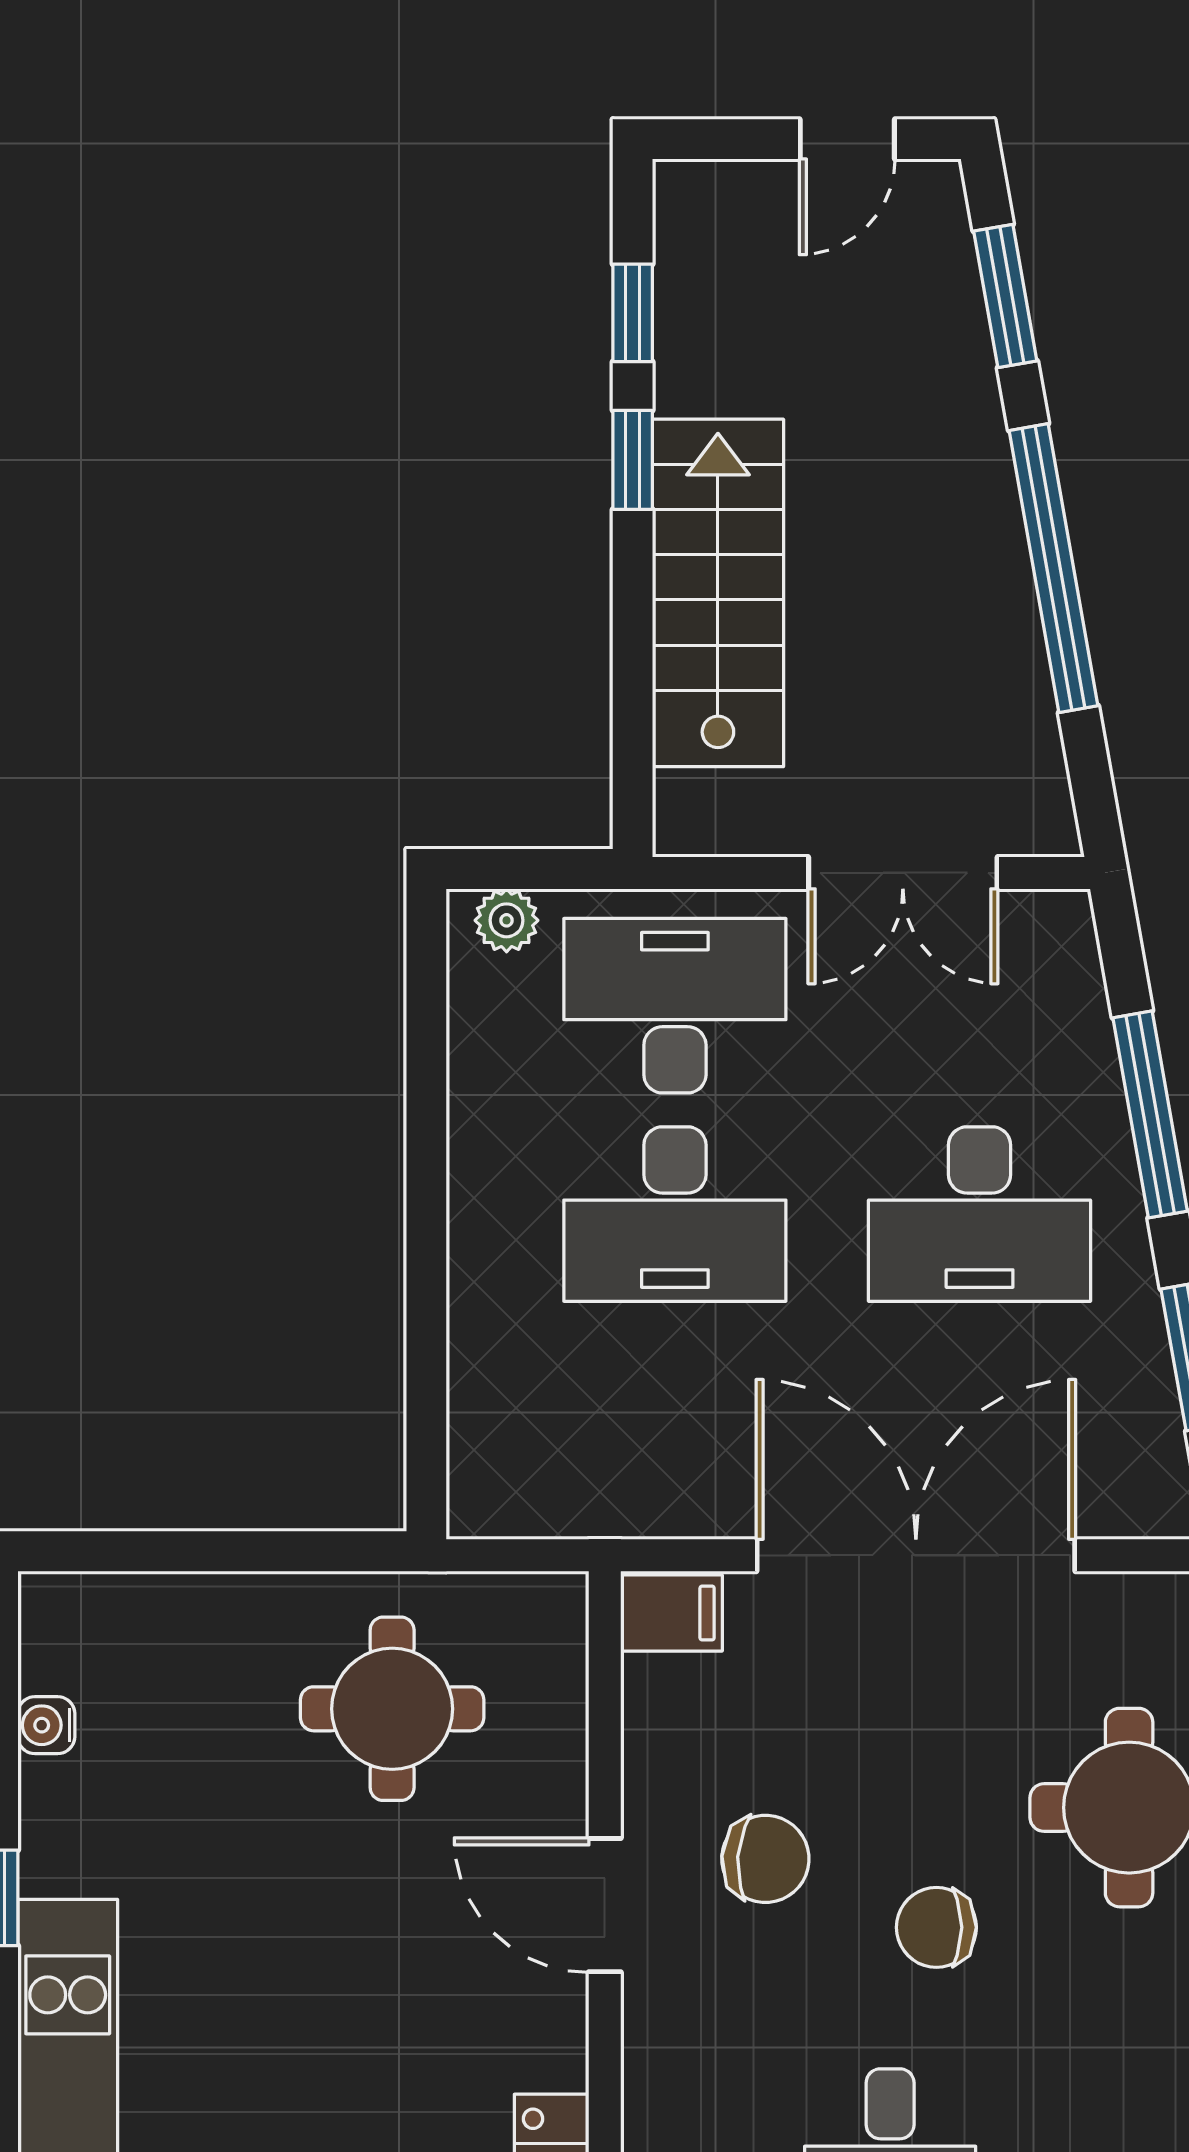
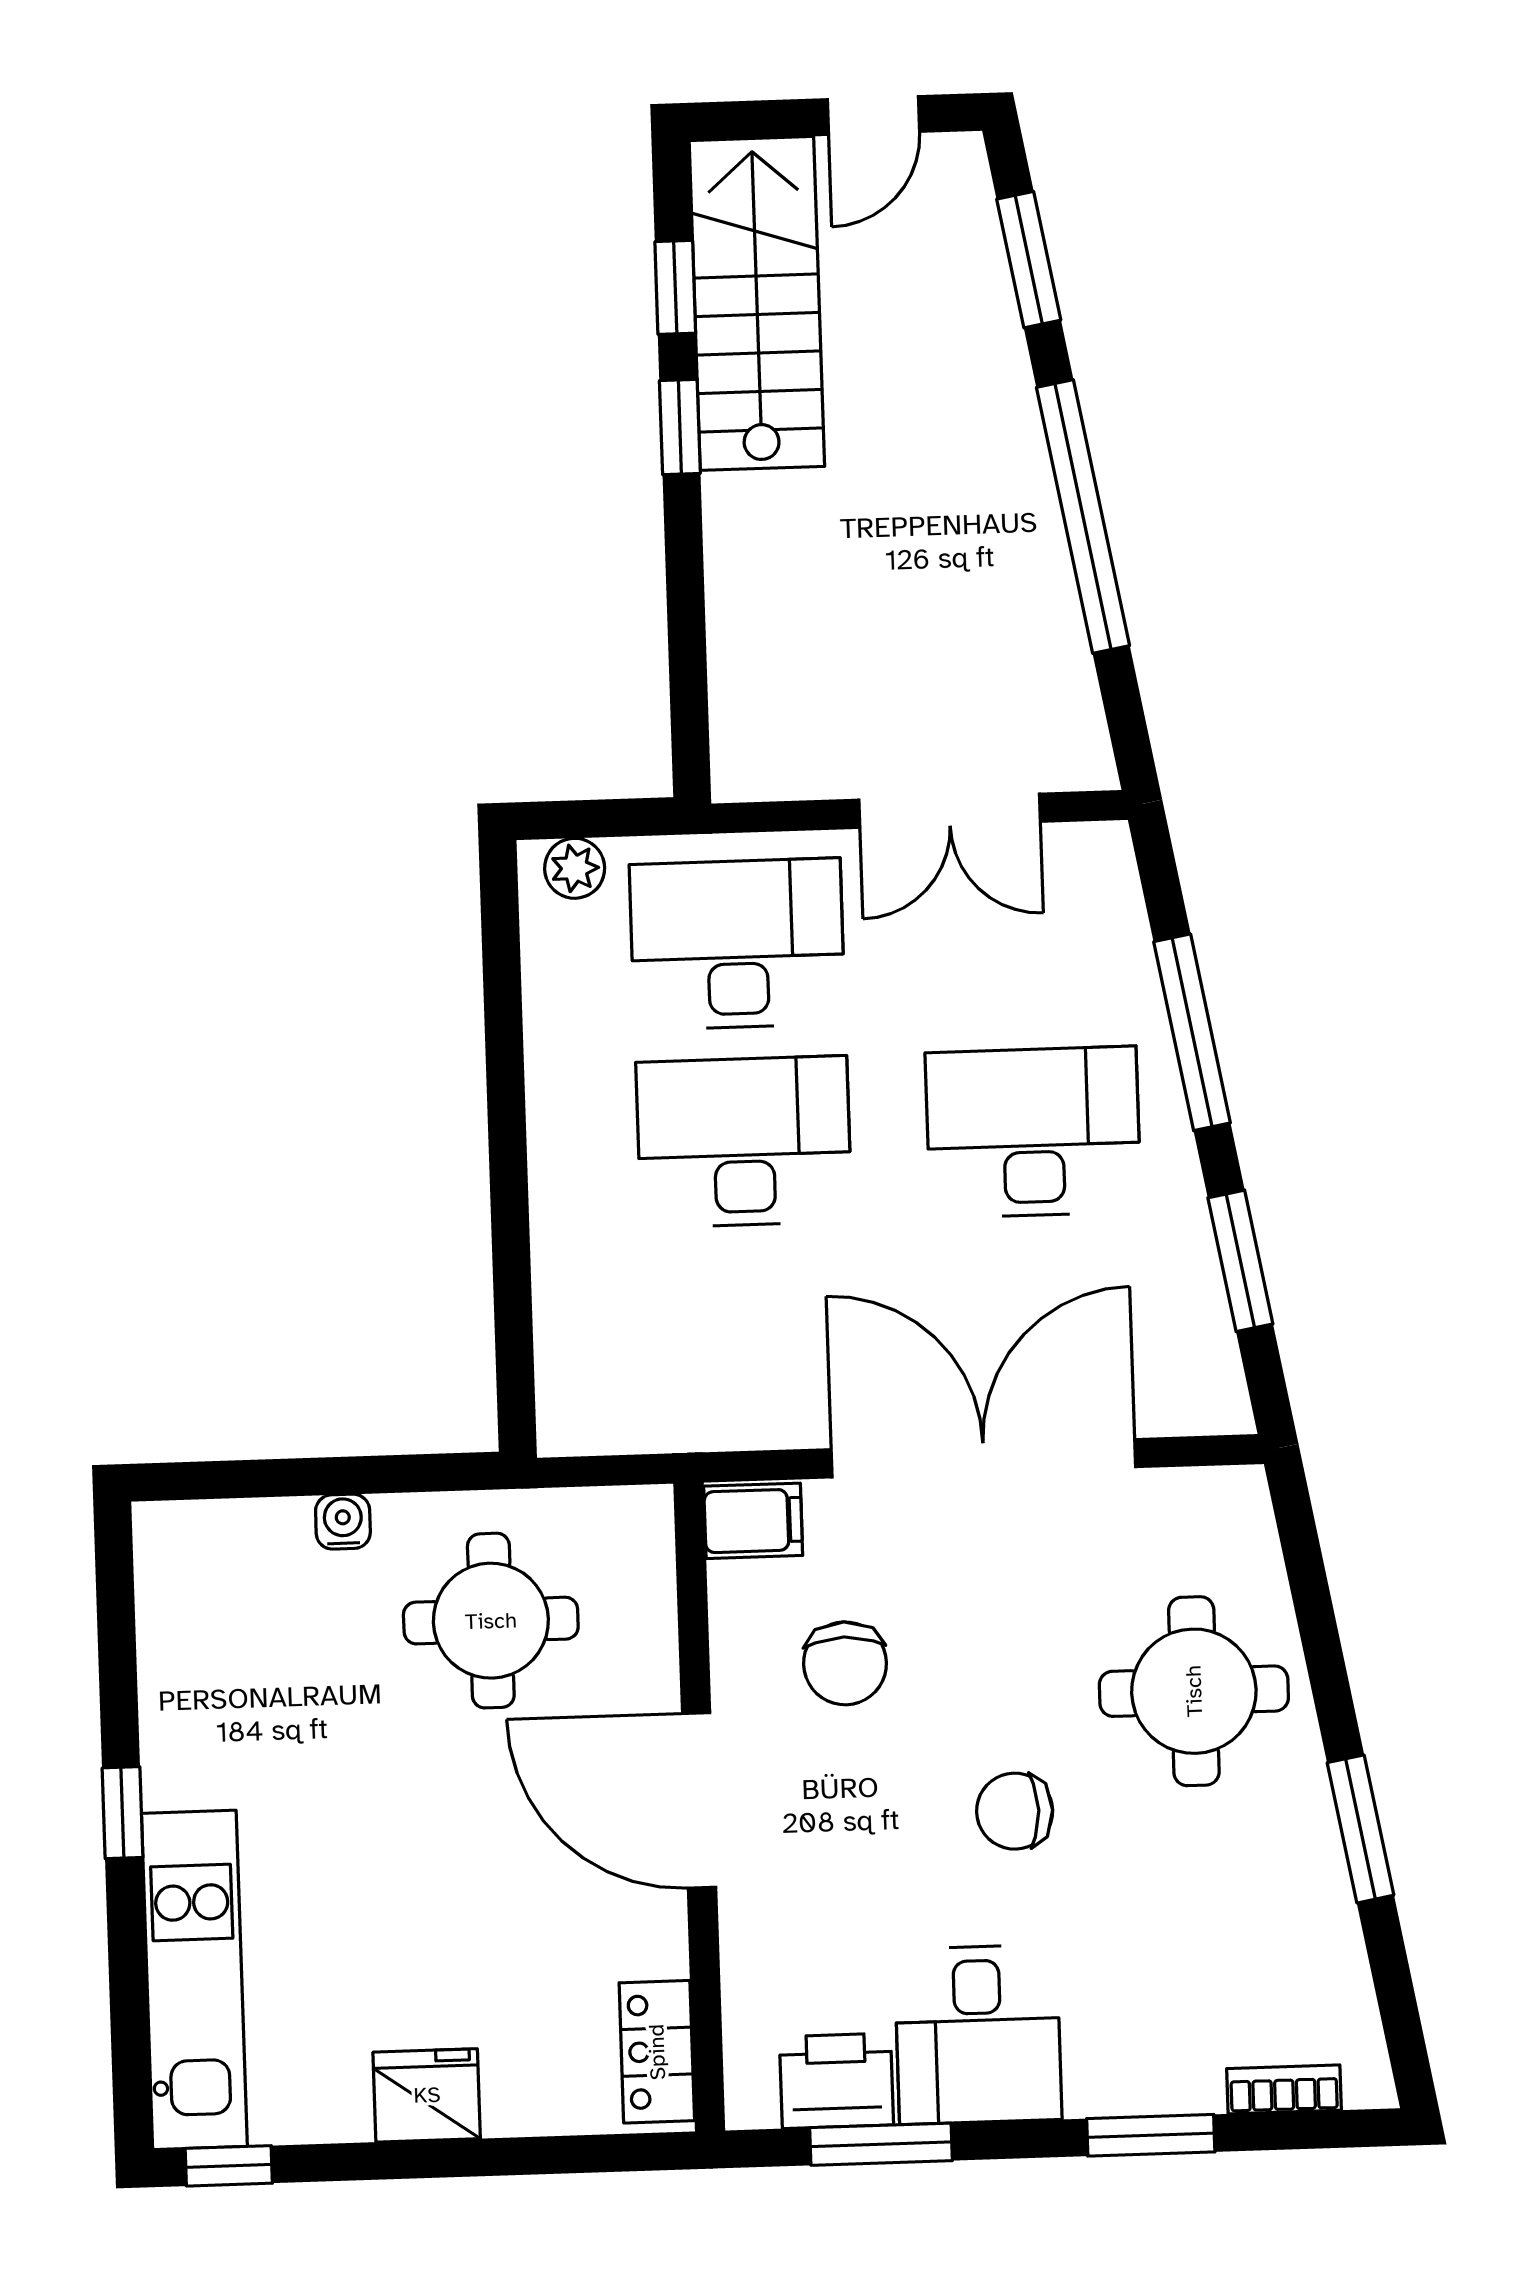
stairs: (718, 593) -> (757, 303), moved
desk: (675, 1214) -> (744, 1142), turned 180
desk: (980, 1214) -> (1033, 1132), turned 180
water cooler: (46, 1725) -> (343, 1522), moved, turned 90
chair: (765, 1859) -> (845, 1663), moved, turned 86
door: (605, 1905) -> (699, 1800), width x1.36

